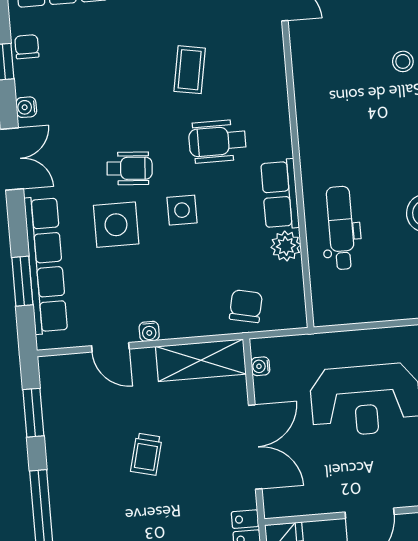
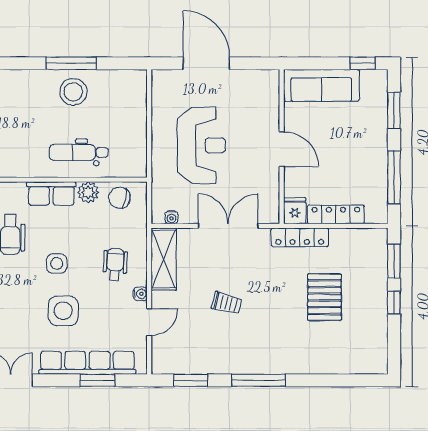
wheelchair: (130, 168) -> (115, 264), moved
chair: (246, 306) -> (119, 198), moved

